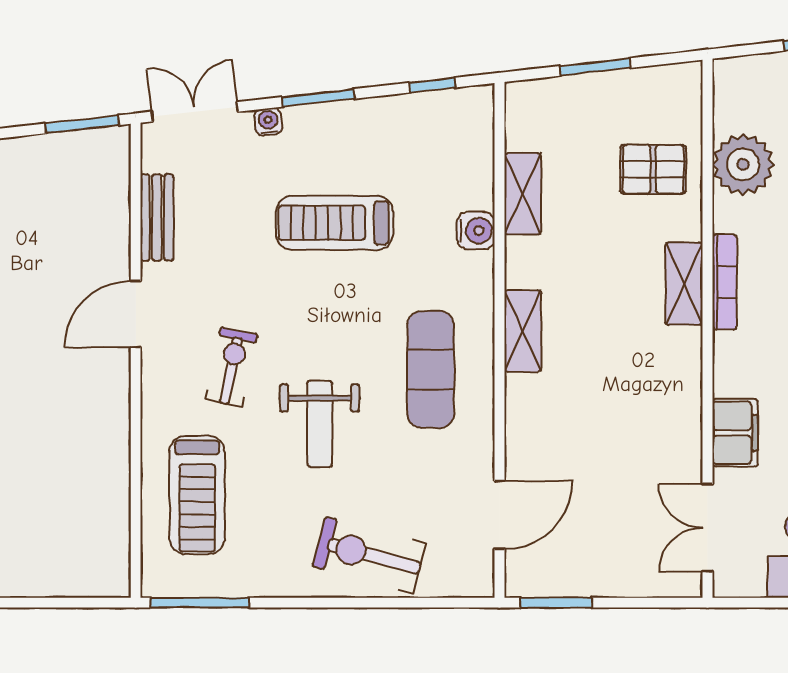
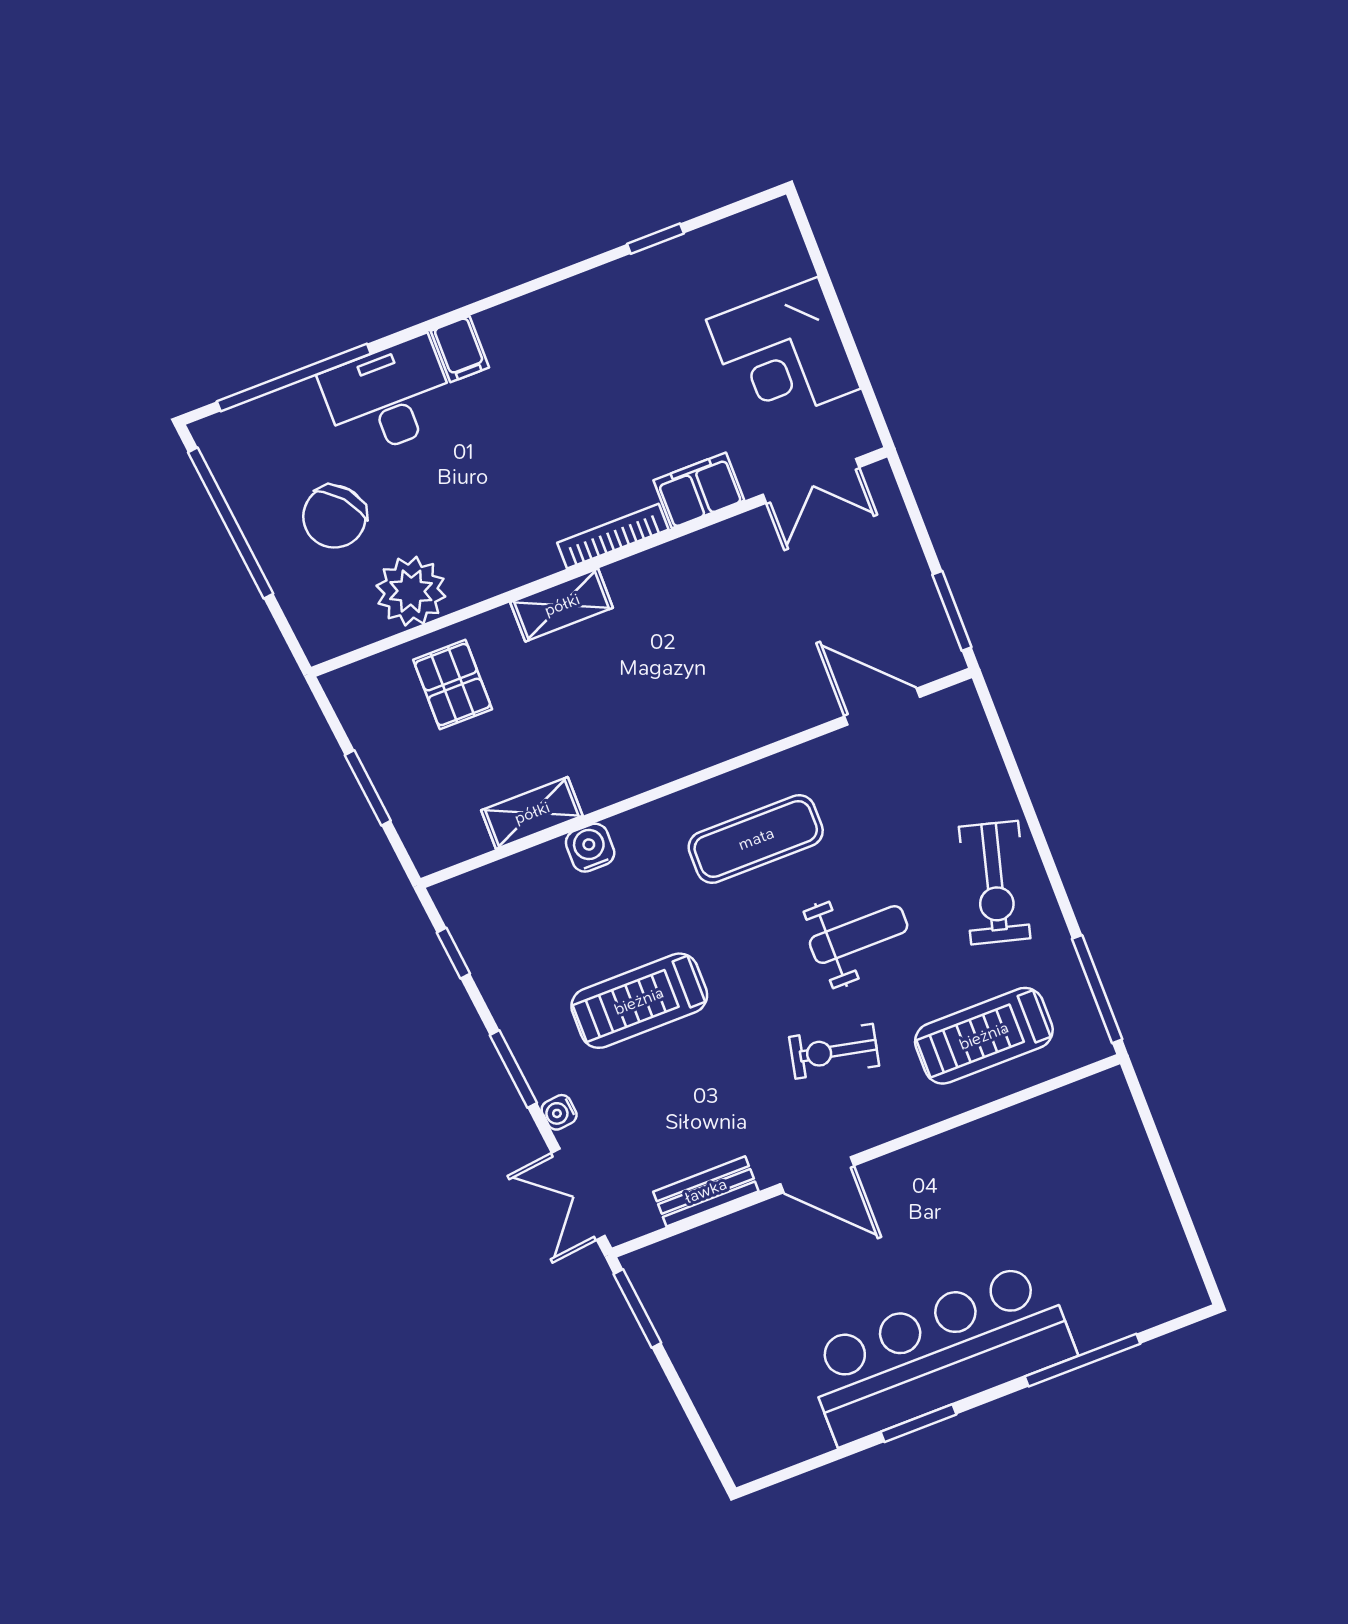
treadmill: (335, 223) -> (639, 1001), turned 90
bookcase: (724, 282) -> (613, 536), moved
shelving: (523, 331) -> (677, 757), removed
treadmill: (197, 495) -> (984, 1036), turned 180
exercise bike: (369, 555) -> (995, 883), moved

